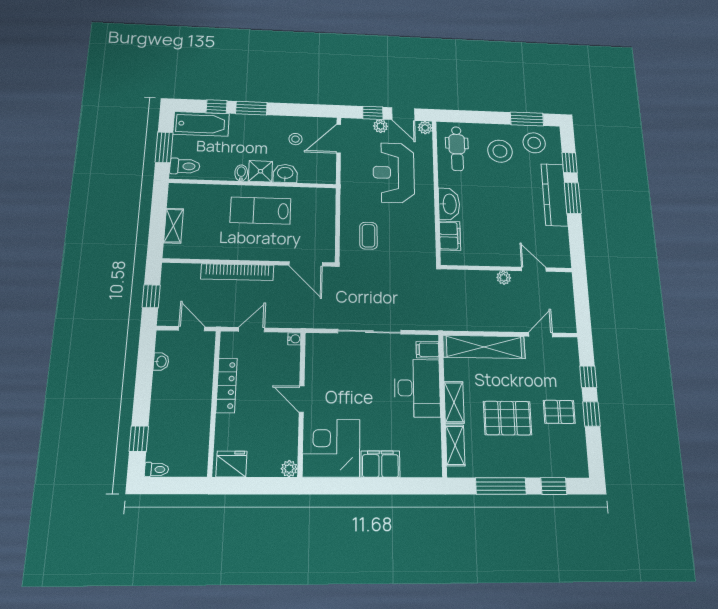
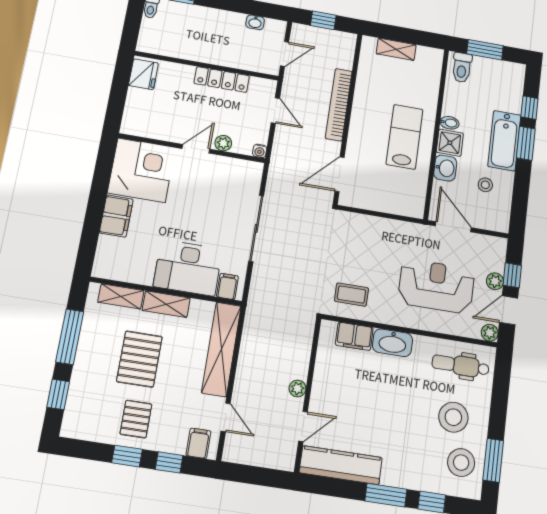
bathtub: (201, 124) -> (504, 141), moved
door: (339, 139) -> (453, 227), moved
kitchen counter: (554, 195) -> (341, 465), moved
coffee table: (368, 236) -> (351, 295), moved
filing cabinet: (567, 354) -> (198, 443), added
plant: (289, 469) -> (223, 143), moved

